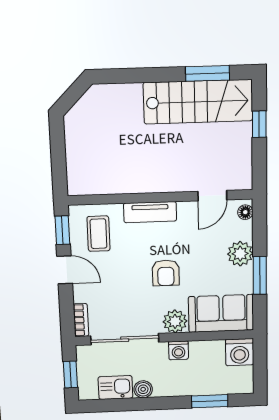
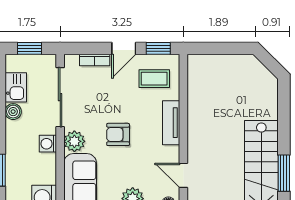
bookcase: (81, 320) -> (95, 60), moved

